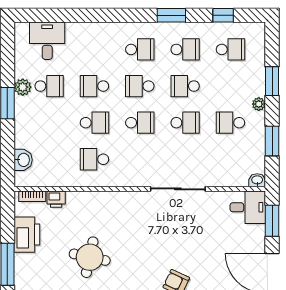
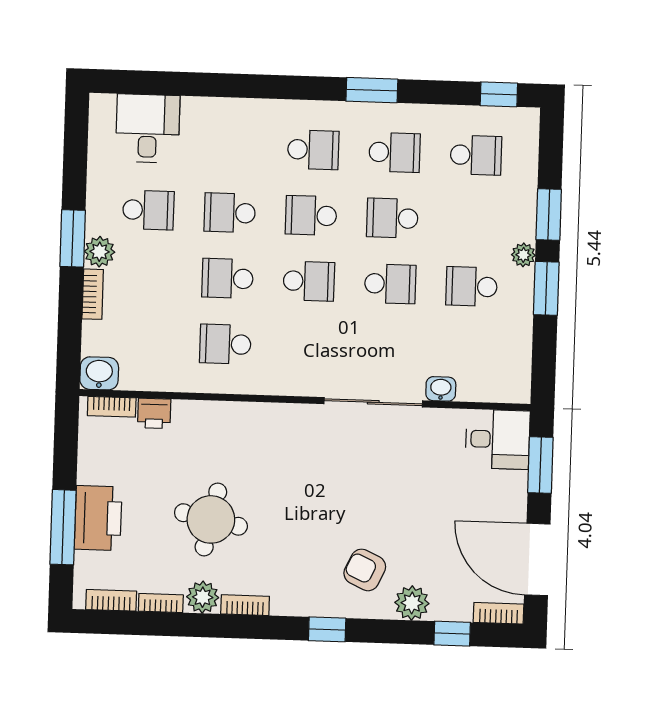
window: (223, 15) -> (499, 94), moved
plant: (23, 87) -> (100, 252), moved
school desk: (94, 123) -> (228, 278), turned 180
bookcase: (20, 134) -> (93, 294), added
window: (272, 141) -> (546, 288), moved
washbasin: (23, 160) -> (99, 373), moved, turned -90
washbasin: (257, 180) -> (441, 389), moved
printer: (27, 235) -> (98, 518), moved

